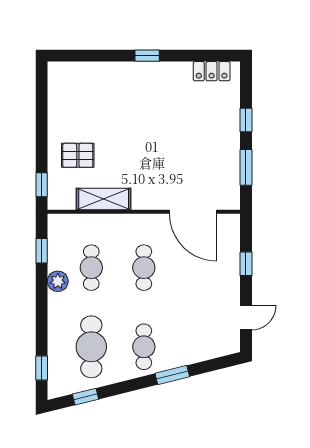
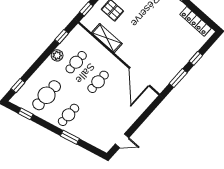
locker: (212, 71) -> (195, 21), width x1.53
window: (246, 264) -> (142, 118), removed

